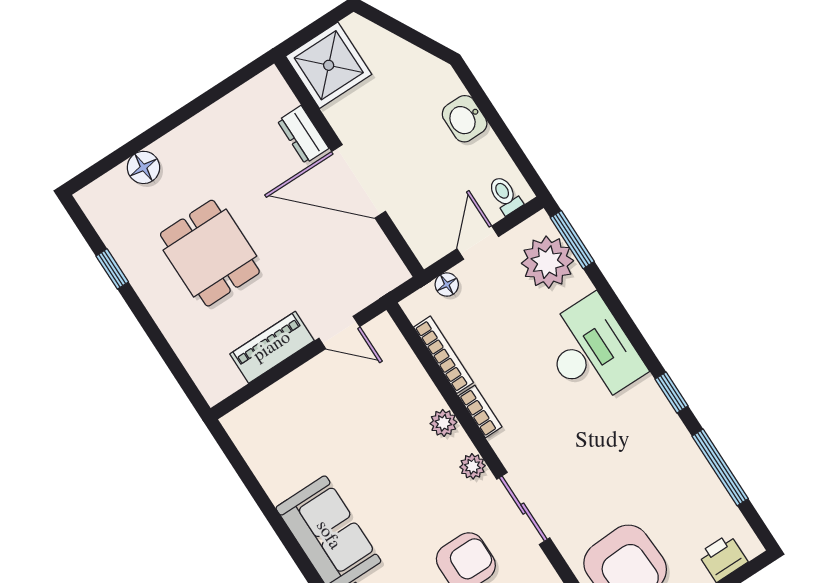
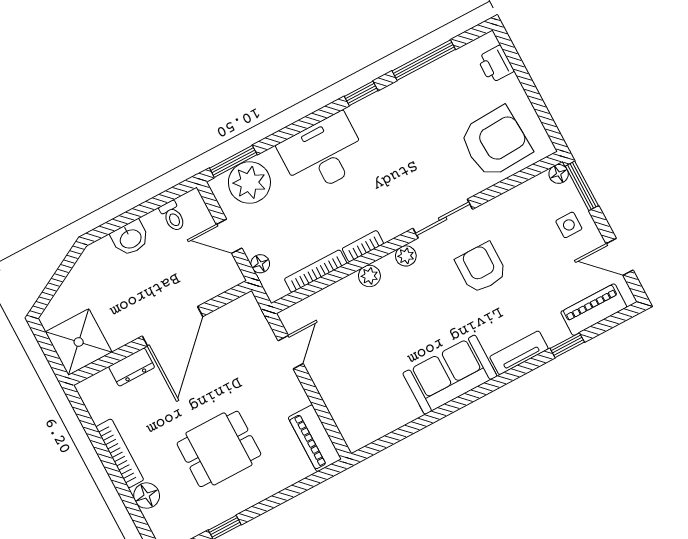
bookcase: (193, 129) -> (120, 453), added
toilet: (505, 195) -> (173, 216), moved, turned -90
piano: (272, 347) -> (315, 438), moved

